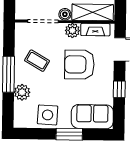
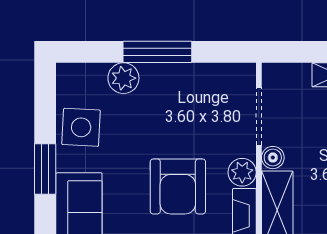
coffee table: (37, 61) -> (184, 106), removed
armchair: (79, 64) -> (178, 186), turned 180

